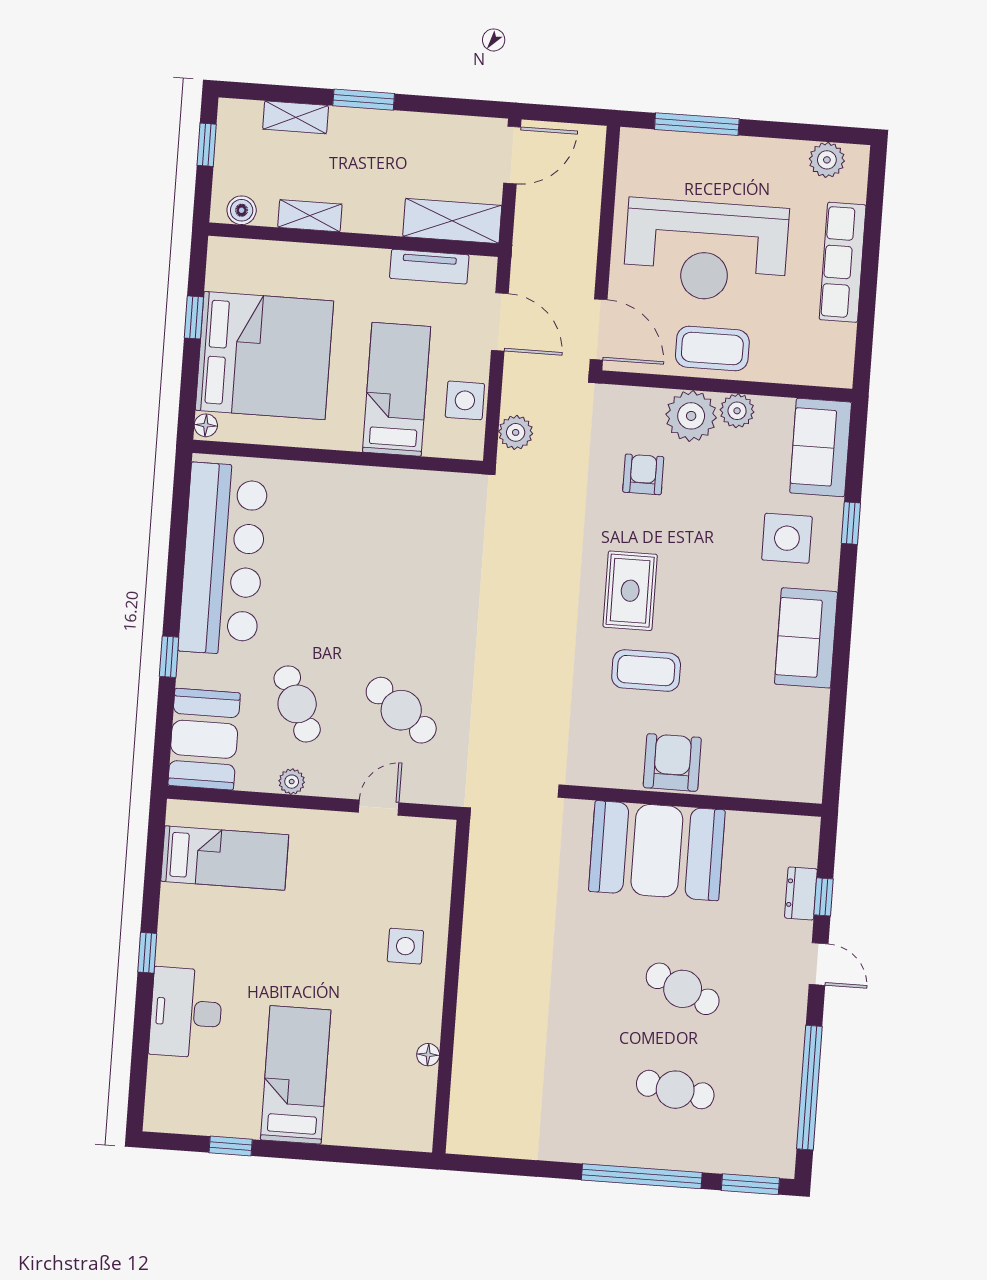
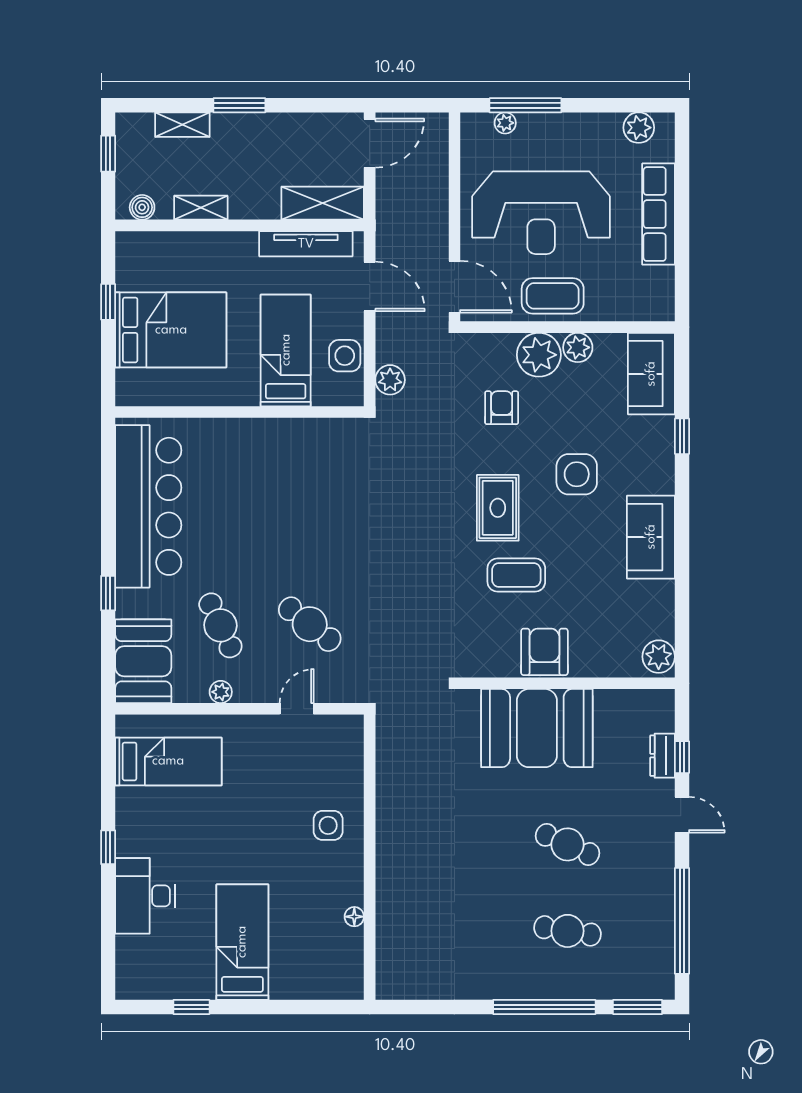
plant: (672, 143) -> (505, 123), added
tv unit: (429, 267) -> (306, 244), width x1.41
bed: (264, 356) -> (171, 330), width x0.73
floor lamp: (206, 425) -> (125, 393), removed
side table: (787, 538) -> (577, 474), moved
plant: (805, 778) -> (659, 657), added

